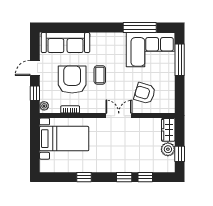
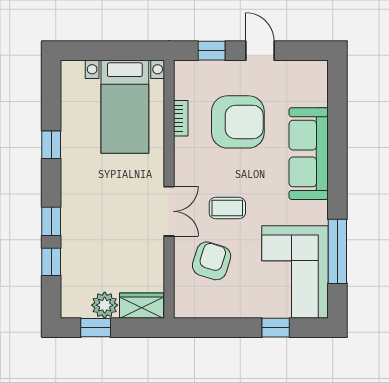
sofa: (65, 43) -> (309, 154), moved
window: (180, 60) -> (276, 328), width x0.46
coffee table: (100, 75) -> (227, 208), moved
plant: (44, 106) -> (187, 69), removed

